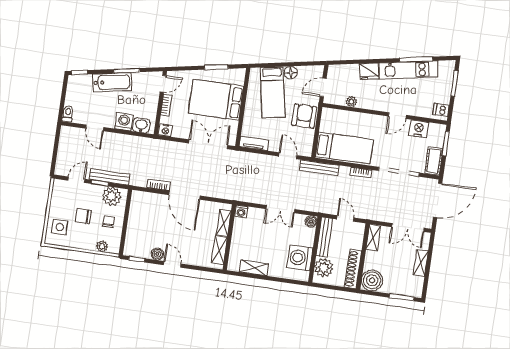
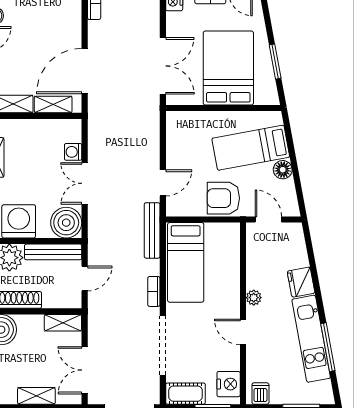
plant: (351, 102) -> (254, 298), moved
armchair: (304, 116) -> (223, 198), turned 180
nightstand: (419, 129) -> (229, 384), moved
tv unit: (254, 143) -> (174, 132), removed
door: (185, 195) -> (85, 71), moved
washing machine: (241, 211) -> (73, 152), moved
boiler: (311, 221) -> (66, 223), width x1.86, depth x1.86

